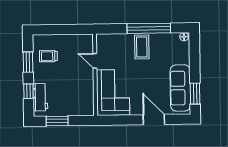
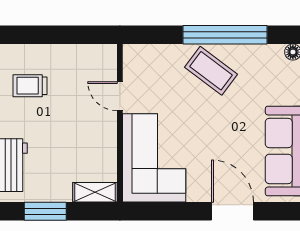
coffee table: (142, 47) -> (211, 71), turned -53
shelving: (83, 111) -> (95, 192), added

